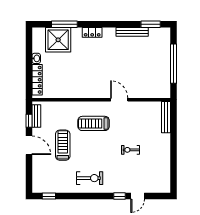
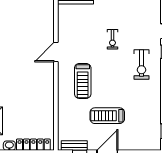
exercise bike: (90, 178) -> (141, 64), moved, turned 180

